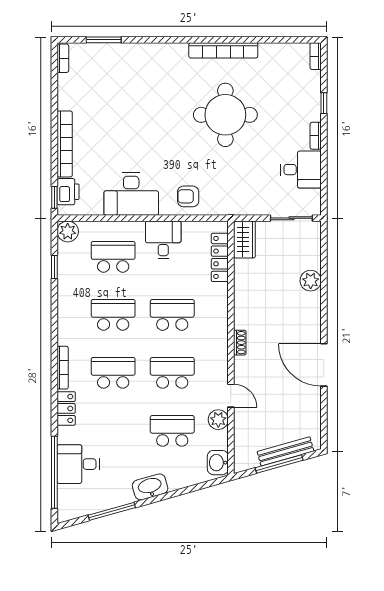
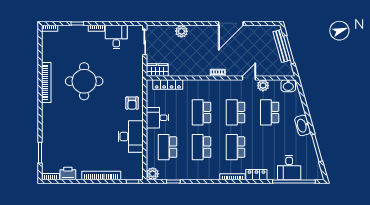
printer: (68, 192) -> (68, 174), moved

